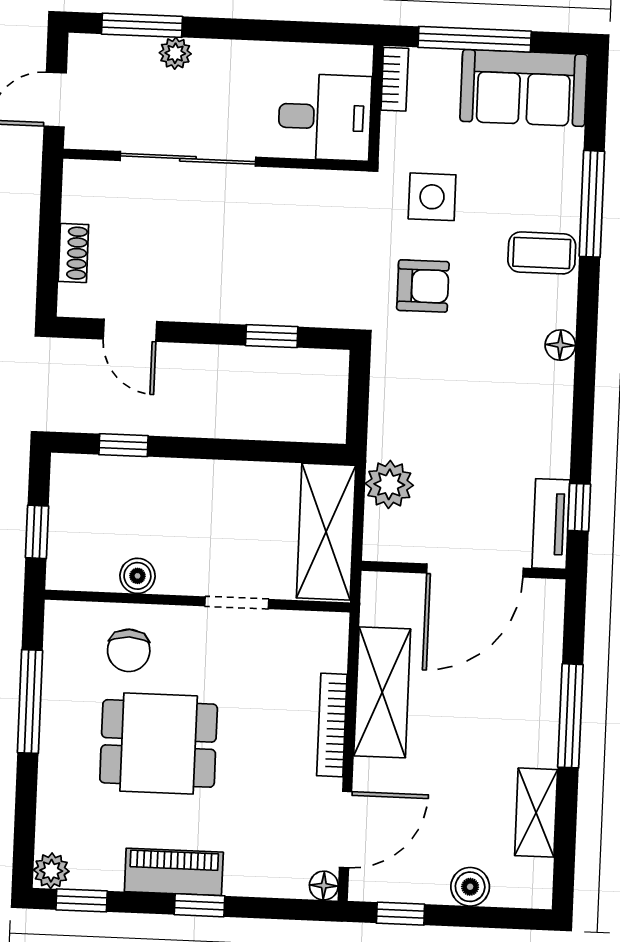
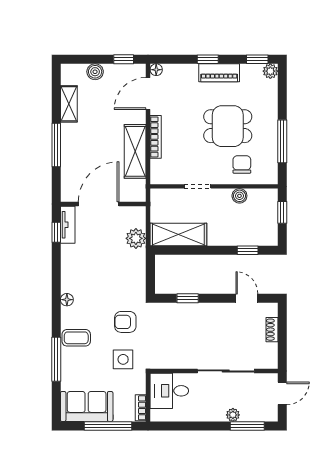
shelving: (326, 532) -> (178, 235), moved, turned 90

